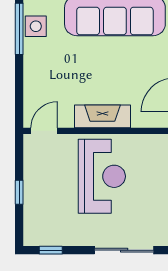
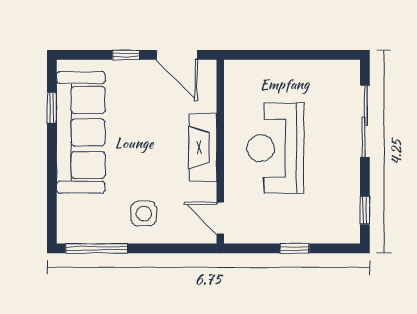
side table: (36, 26) -> (144, 214), moved
reception desk: (102, 176) -> (275, 148), turned -90

